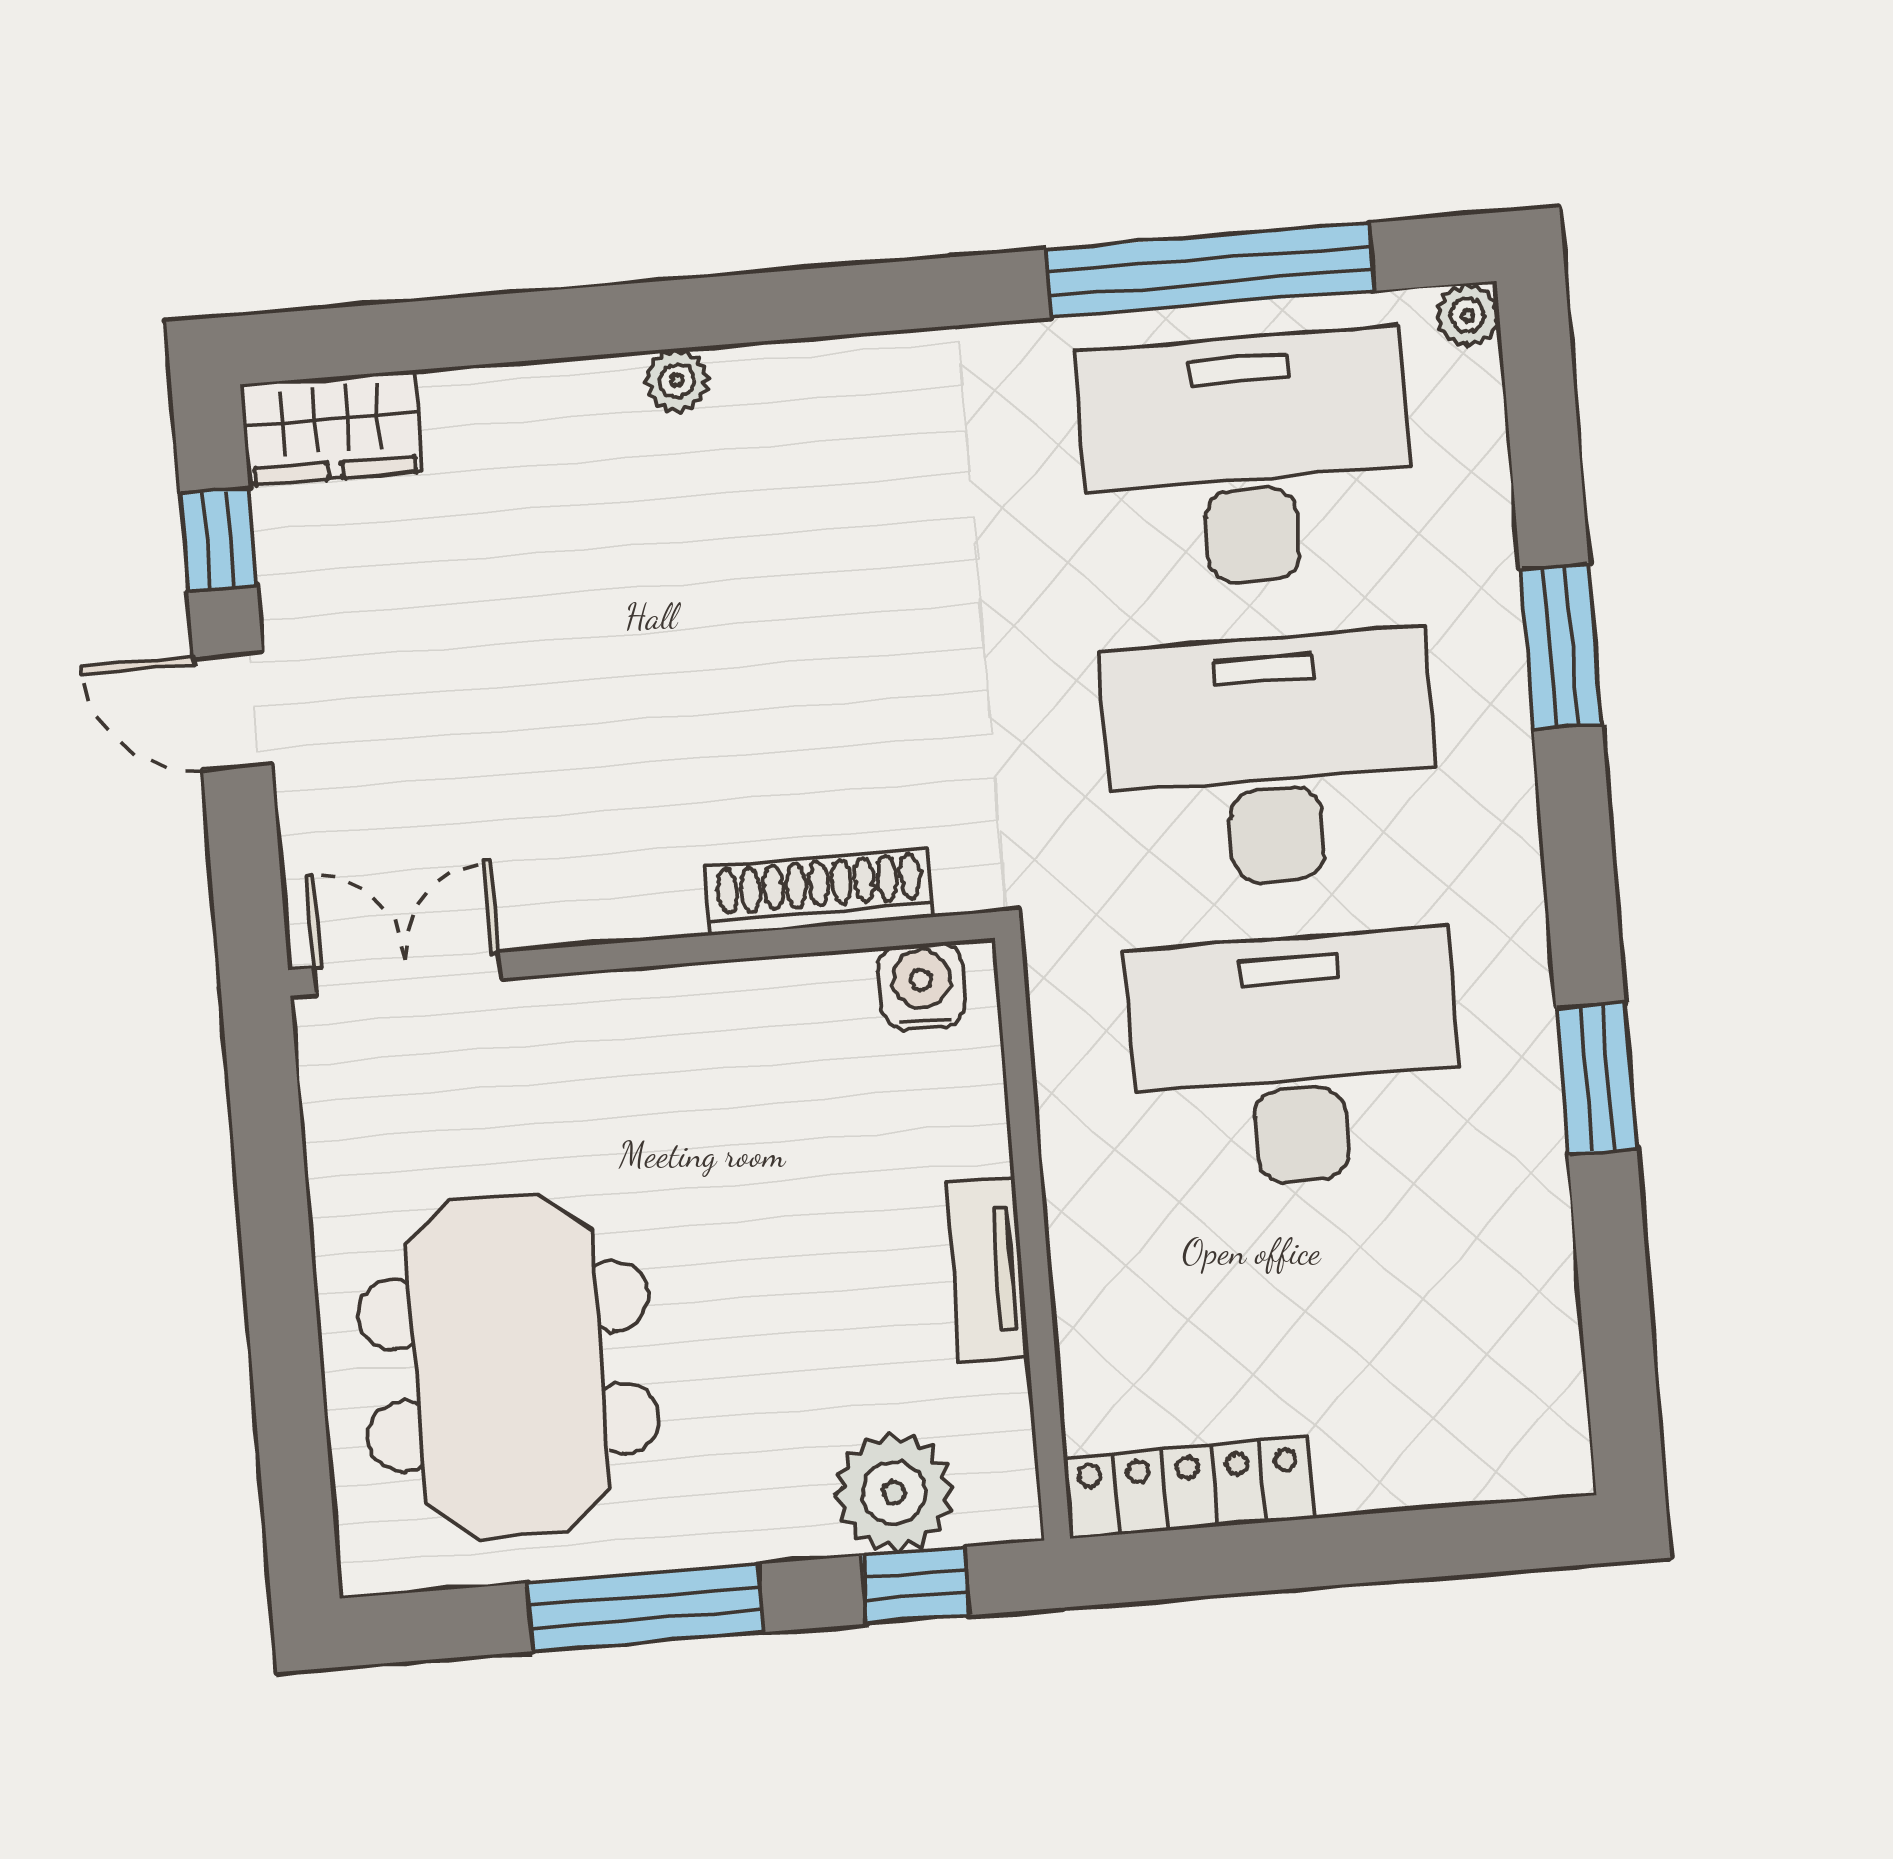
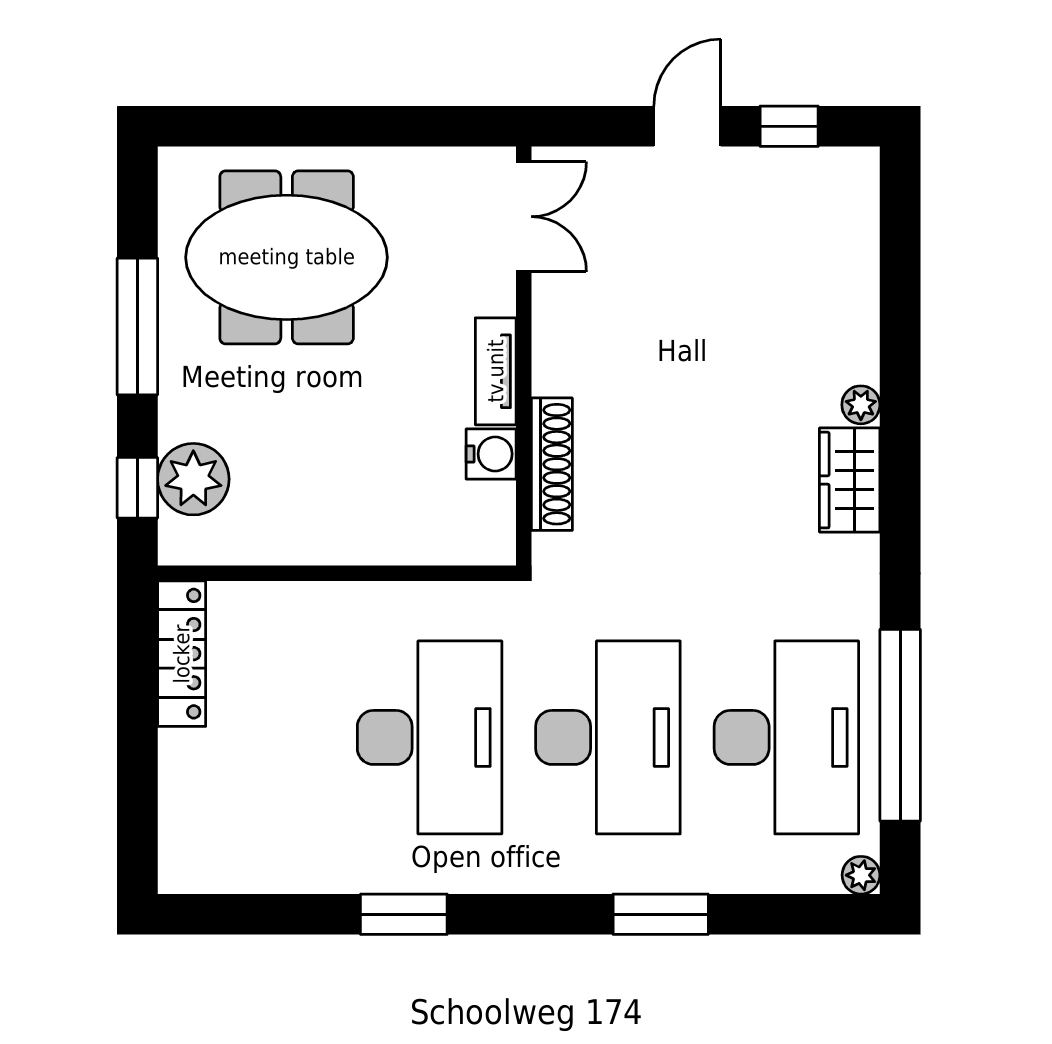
wardrobe: (332, 428) -> (850, 480), moved
water cooler: (922, 986) -> (491, 454), moved
tv unit: (988, 1269) -> (496, 371), moved, turned -90

